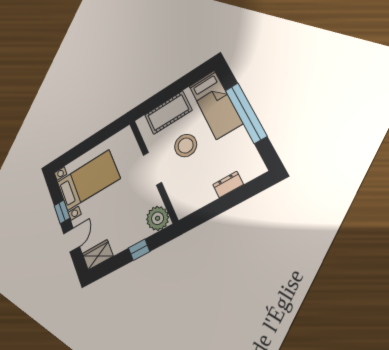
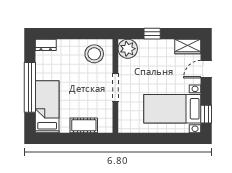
cot: (168, 113) -> (84, 125), width x0.73, depth x0.75
stool: (186, 146) -> (94, 54), moved
dresser: (228, 185) -> (46, 45), moved
window: (62, 212) -> (206, 114), moved

